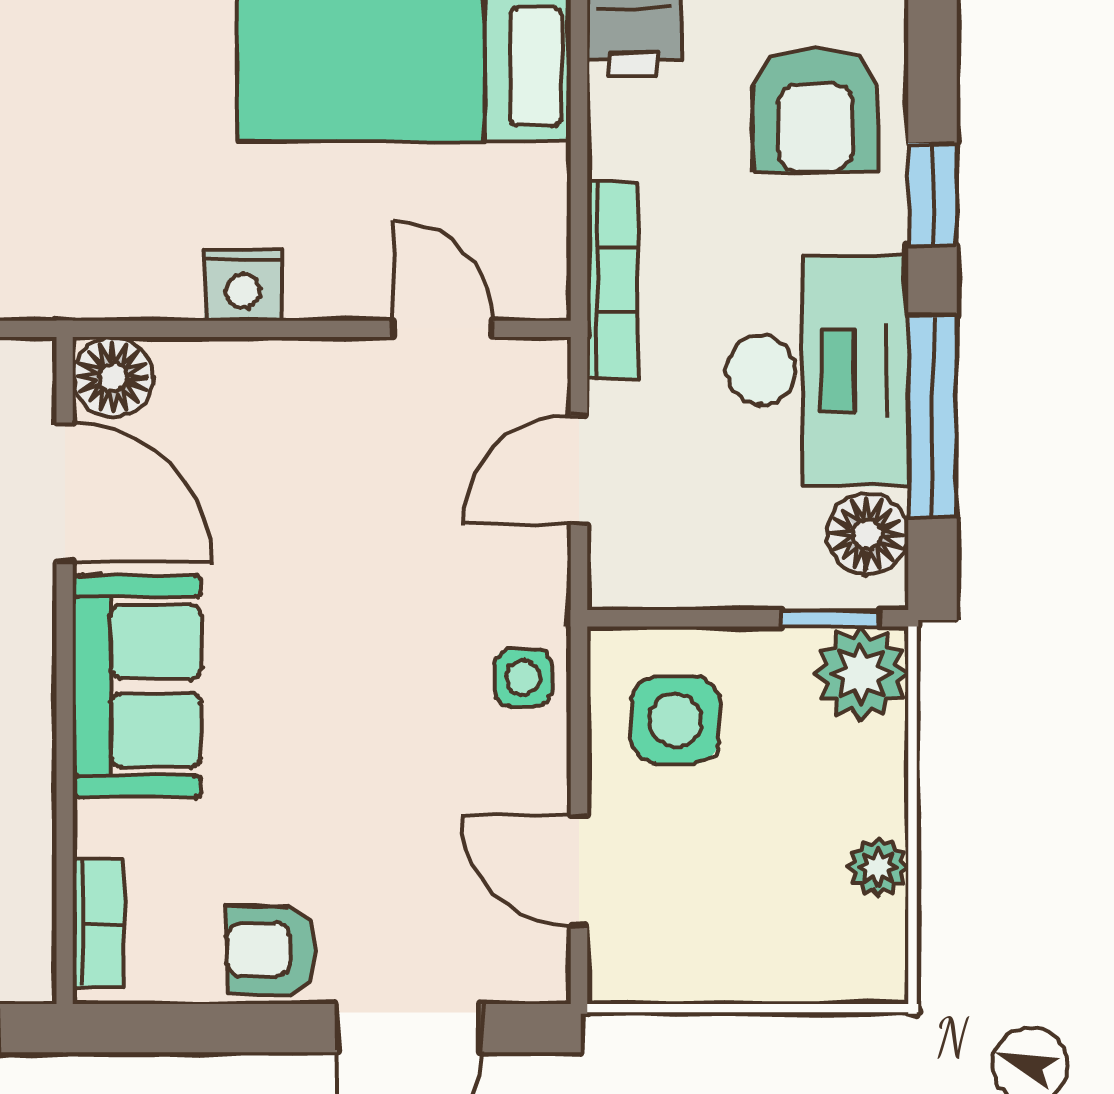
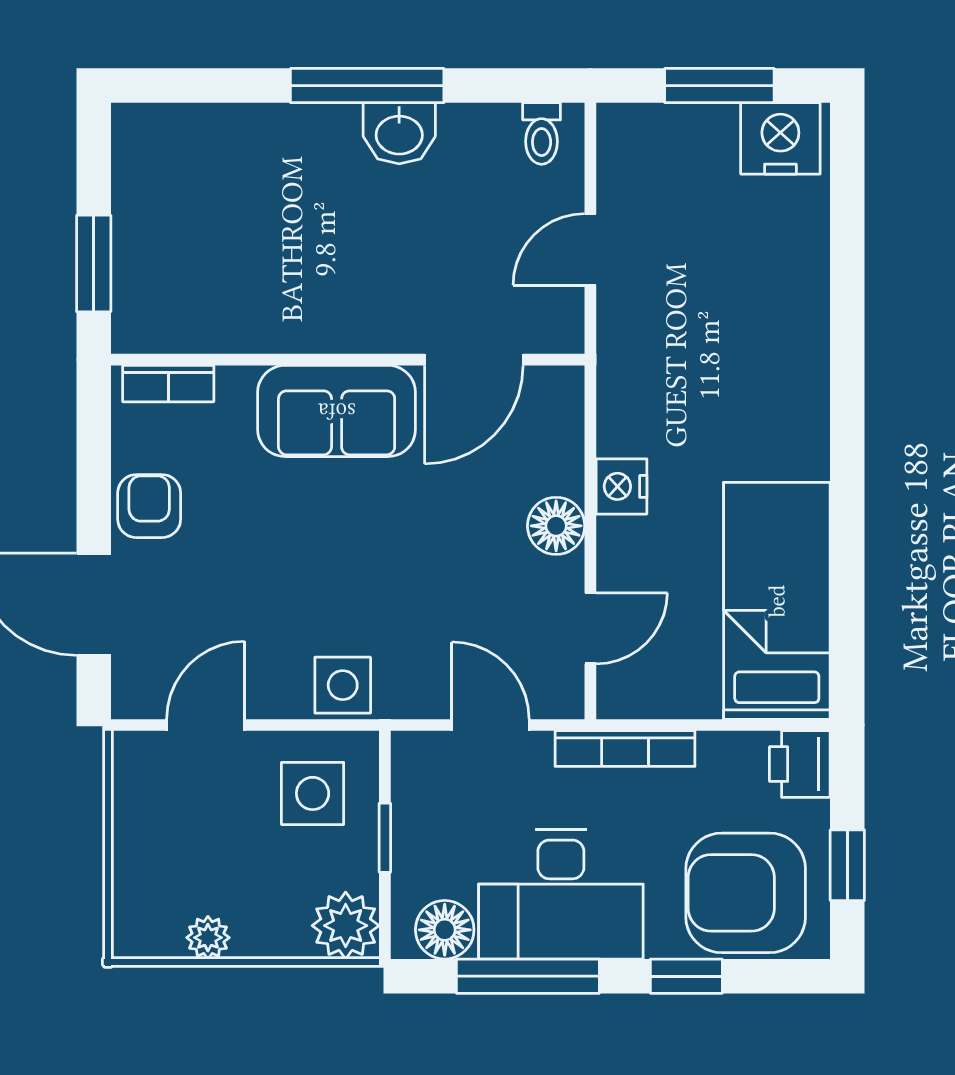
armchair: (815, 110) -> (746, 893), width x1.36, depth x1.36
floor lamp: (113, 377) -> (556, 526), moved
window: (830, 618) -> (385, 838), moved
side table: (523, 678) -> (343, 685), width x1.37, depth x1.37

